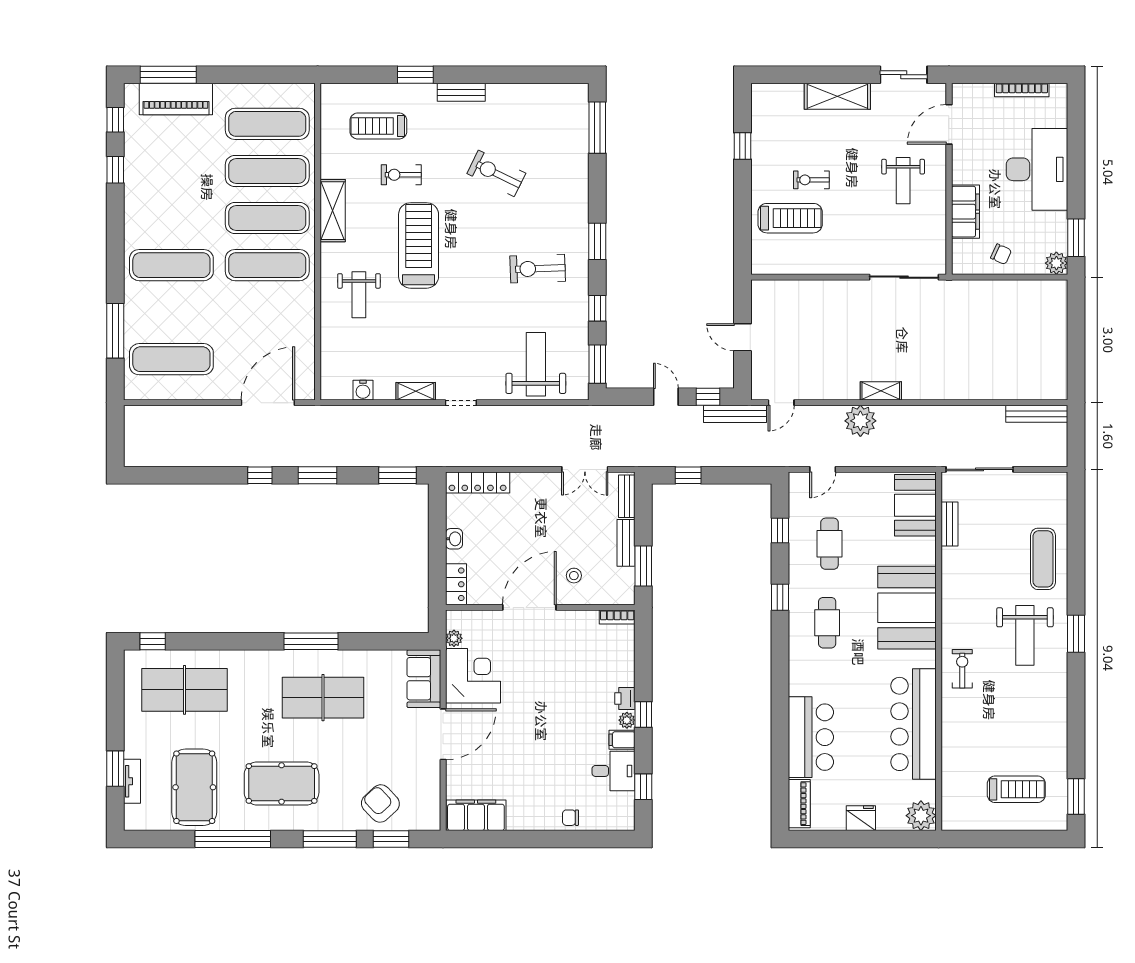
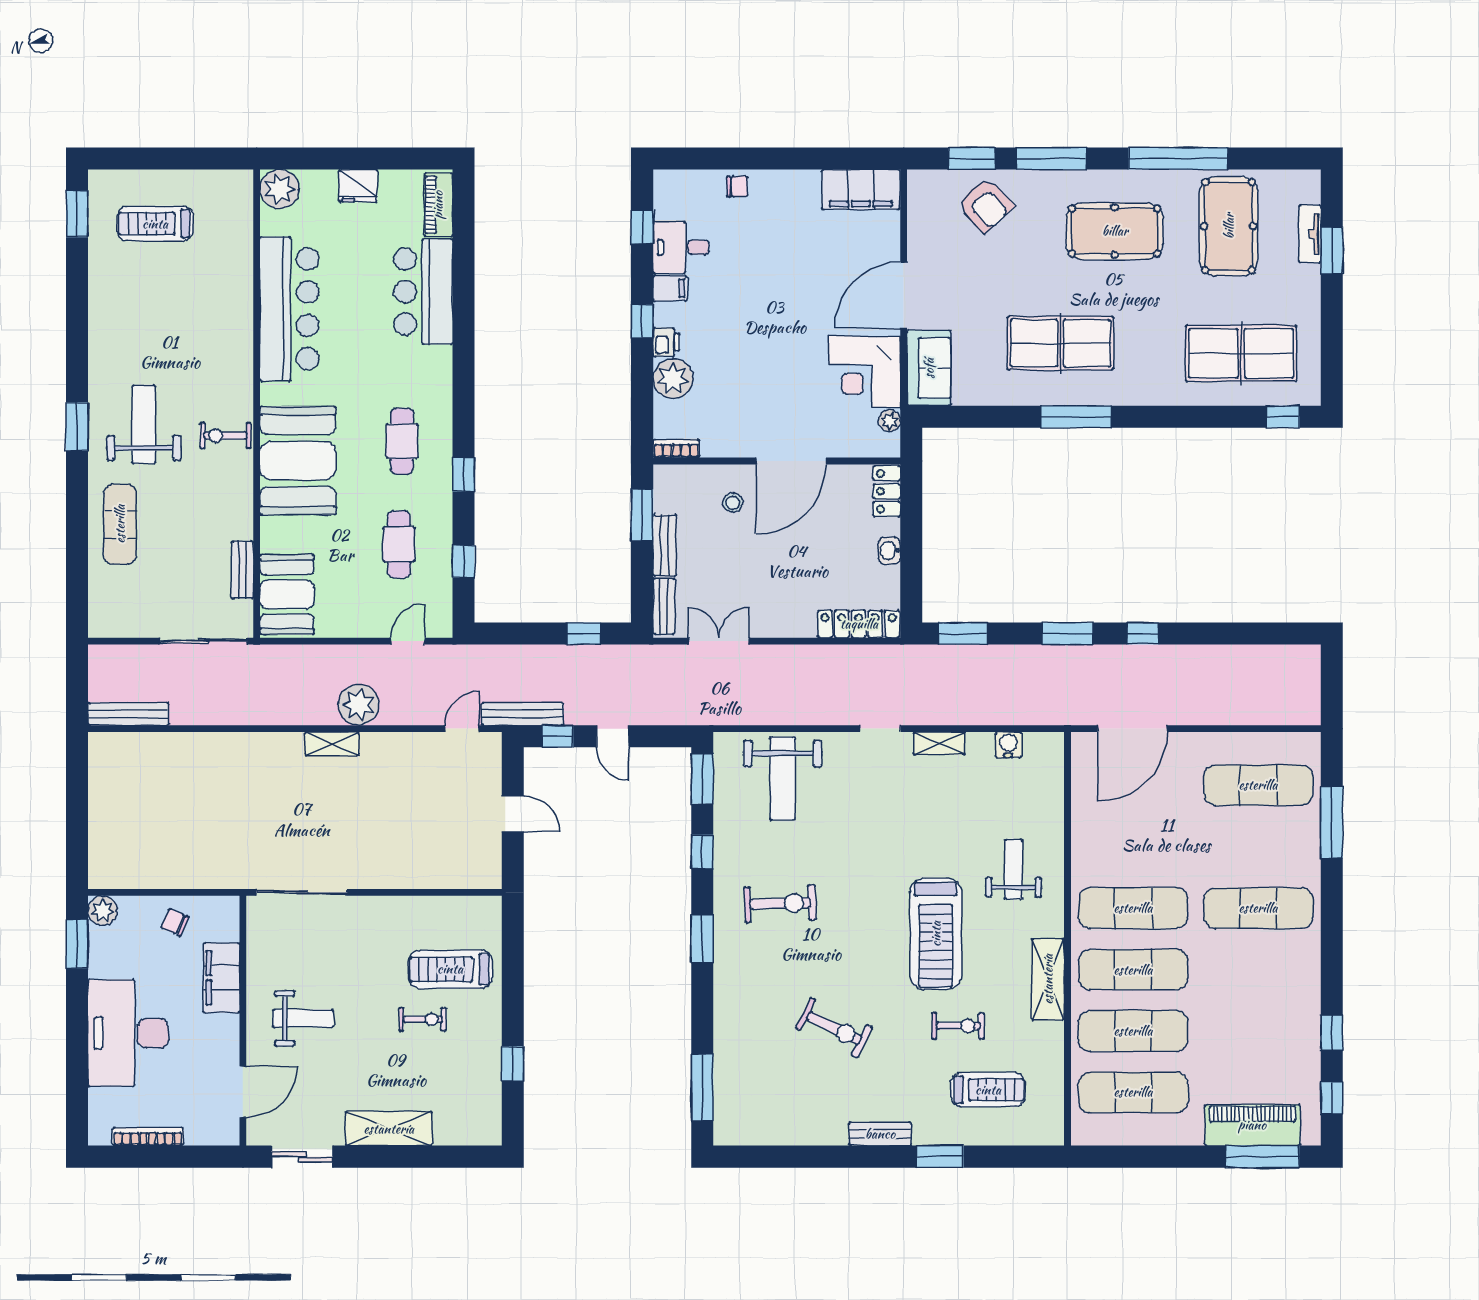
weight bench: (903, 181) -> (303, 1018), turned 90
exercise bike: (962, 669) -> (225, 436), moved, turned 90
plant: (627, 720) -> (673, 379), moved, width x1.88, depth x1.88

